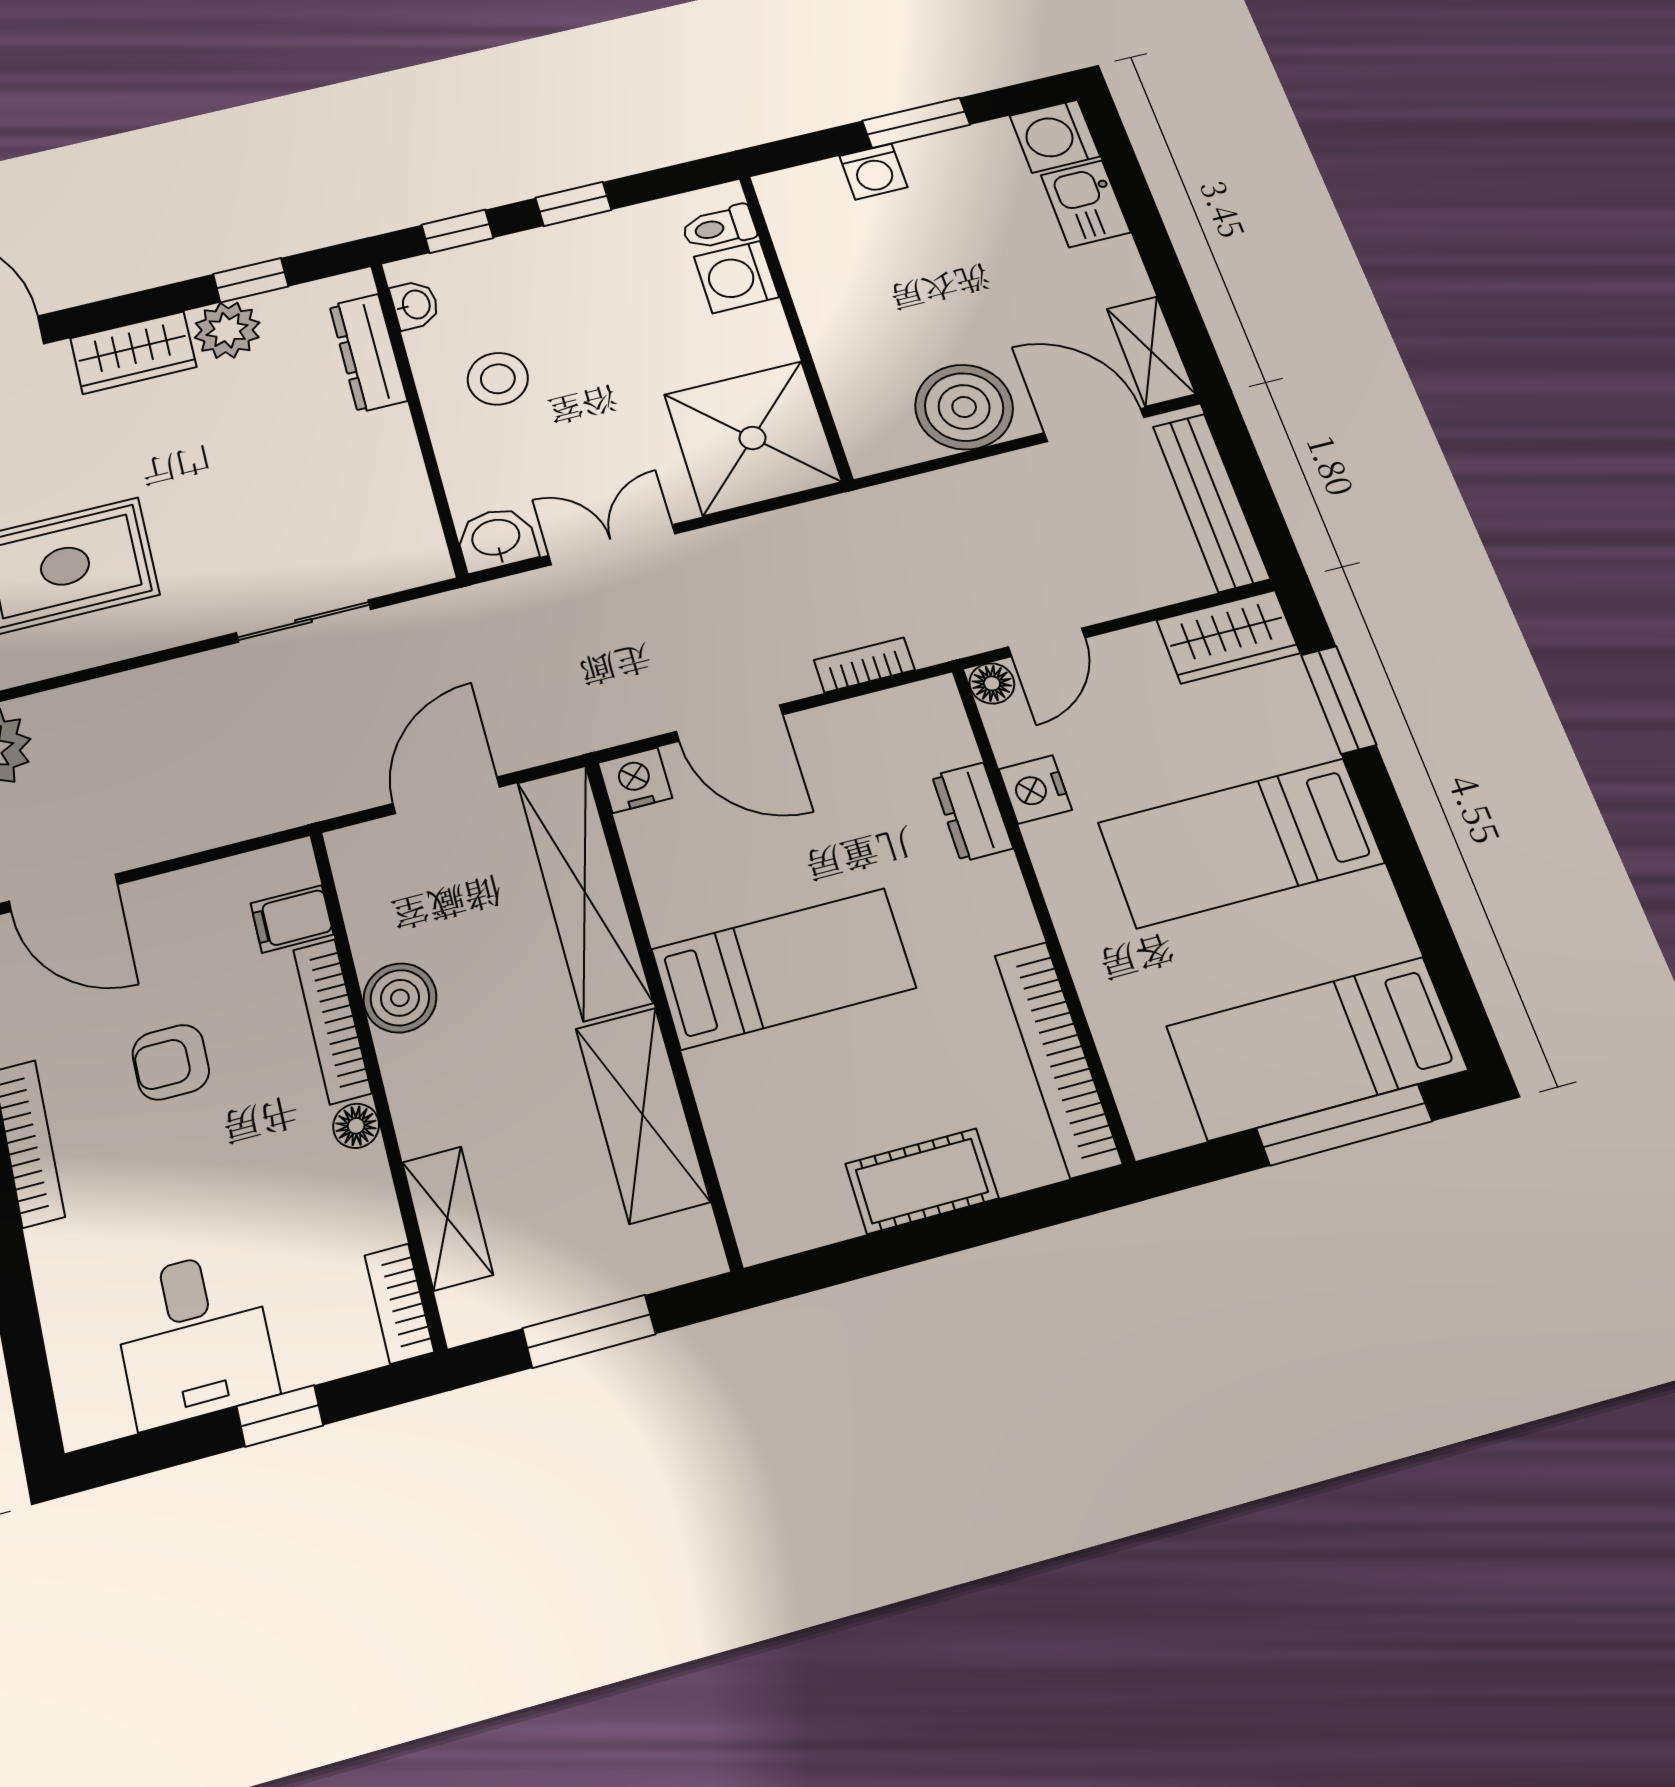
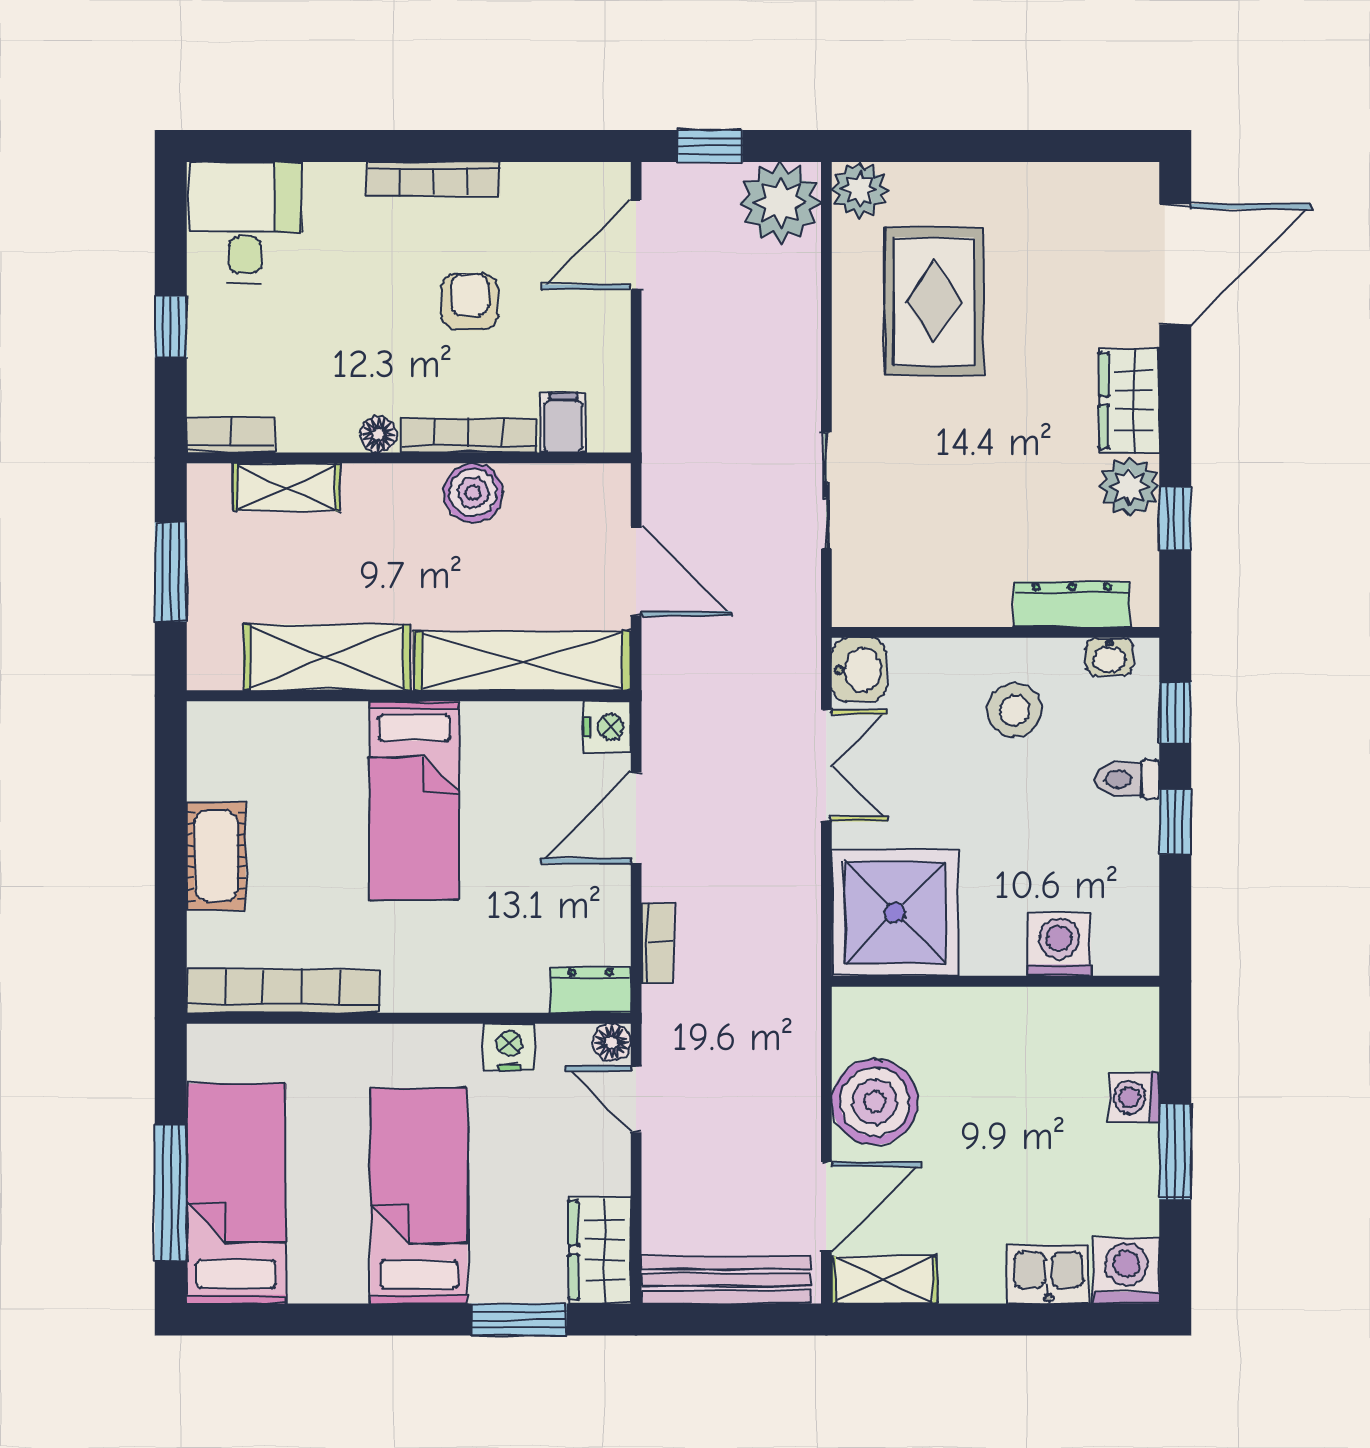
toilet: (719, 228) -> (1127, 779), moved, turned -90
dresser: (972, 812) -> (590, 990), moved
desk: (194, 1337) -> (245, 222), moved, turned 90

